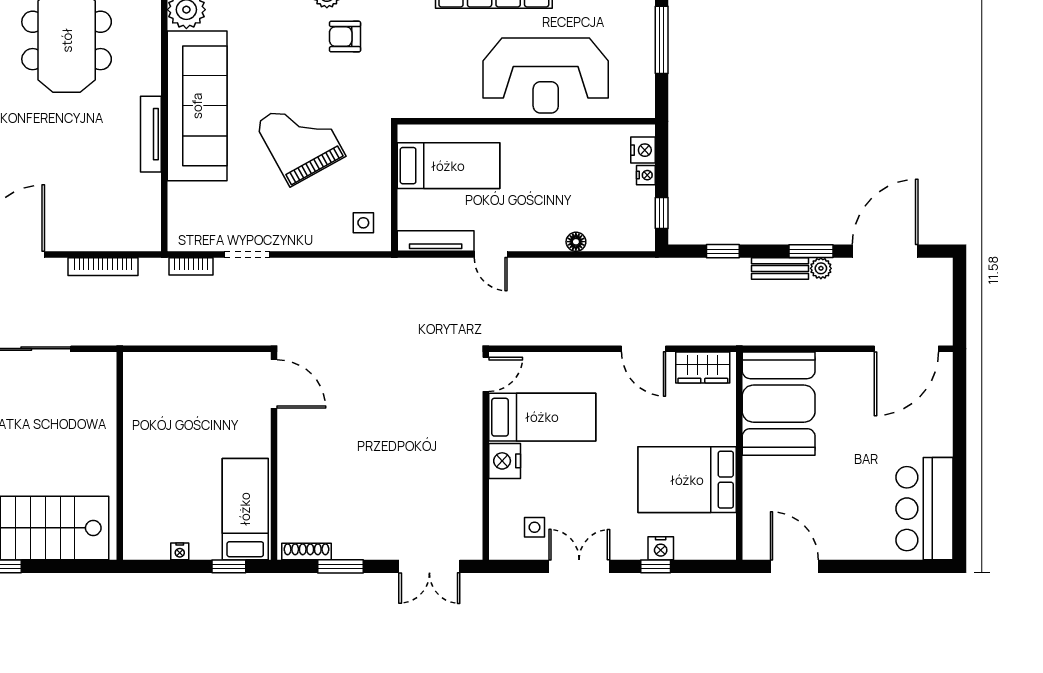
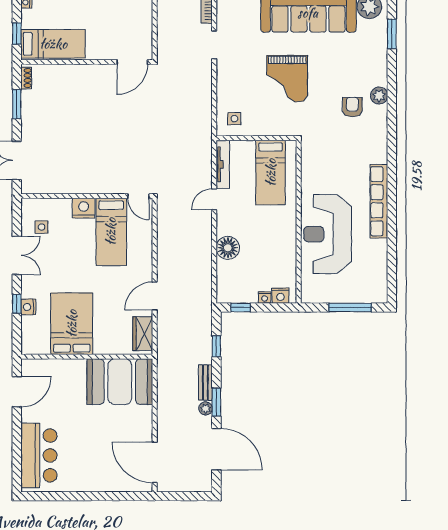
grand piano: (300, 139) -> (287, 79), turned 119
floor lamp: (576, 242) -> (228, 248), width x1.89, depth x1.89
bar counter: (924, 509) -> (39, 455), moved, turned 90
shoe rack: (306, 551) -> (26, 78), width x0.70

